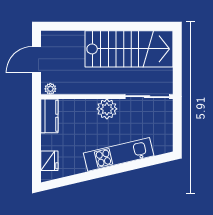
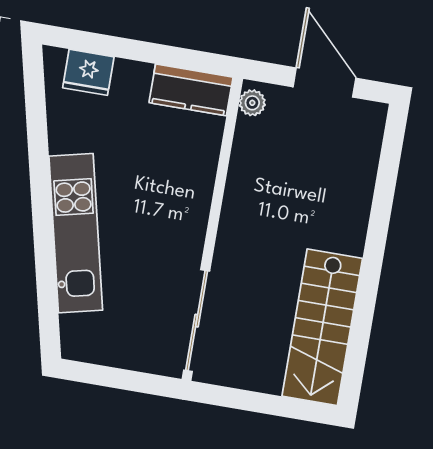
stairs: (129, 49) -> (322, 327), width x0.73, depth x0.66
plant: (107, 109) -> (184, 224), removed

